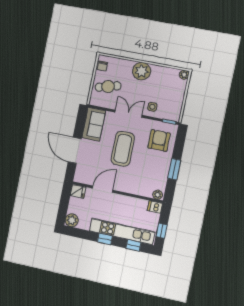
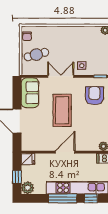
plant: (142, 71) -> (65, 34), removed
door: (103, 189) -> (65, 152), moved
window: (63, 207) -> (17, 177), added
window: (105, 239) -> (63, 198), width x2.17

